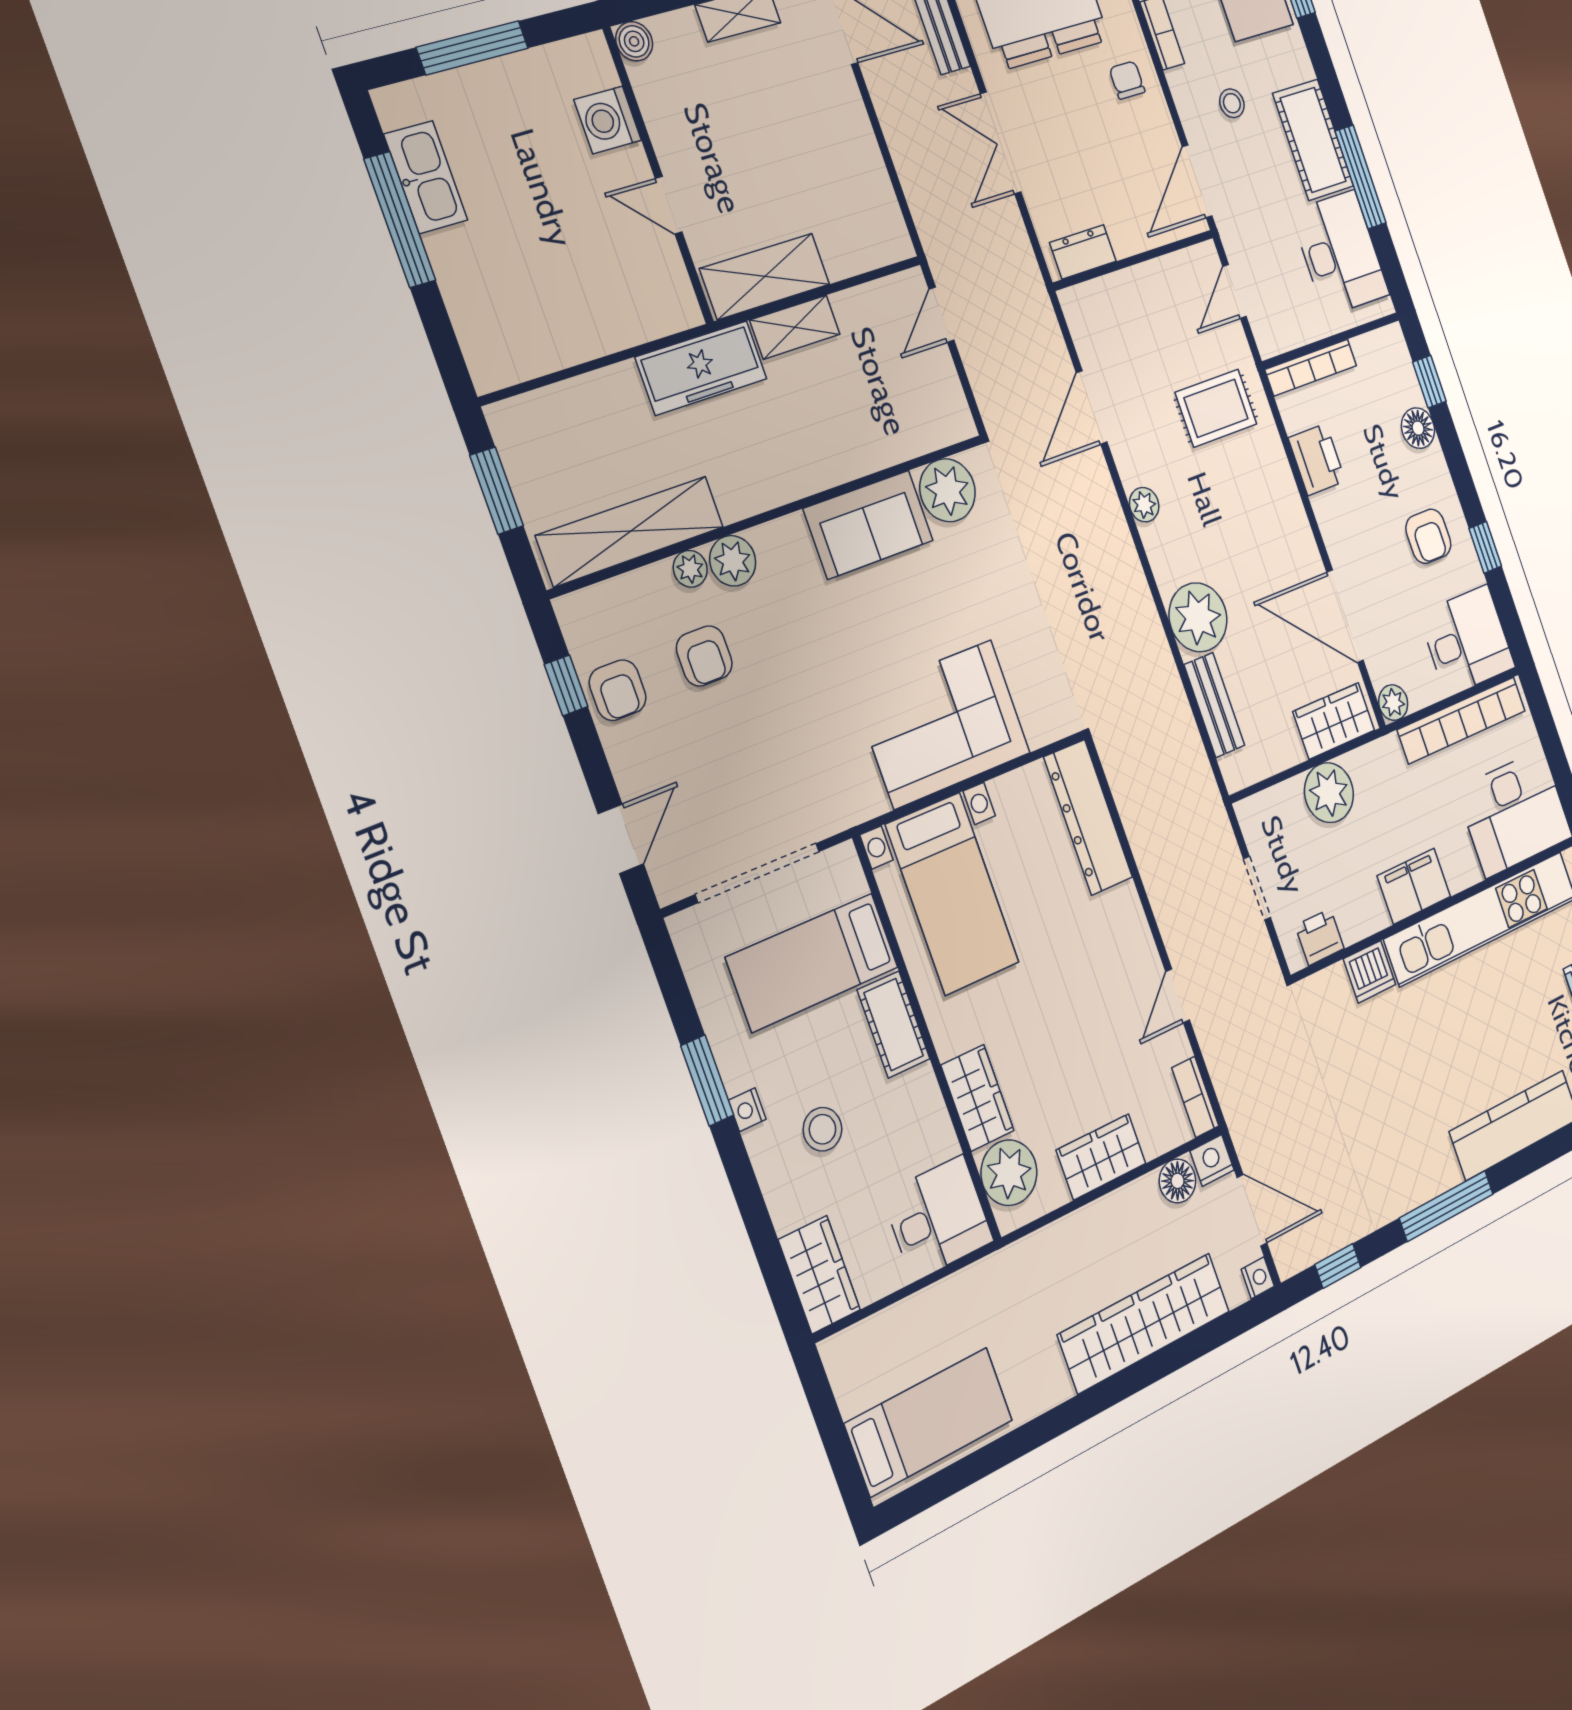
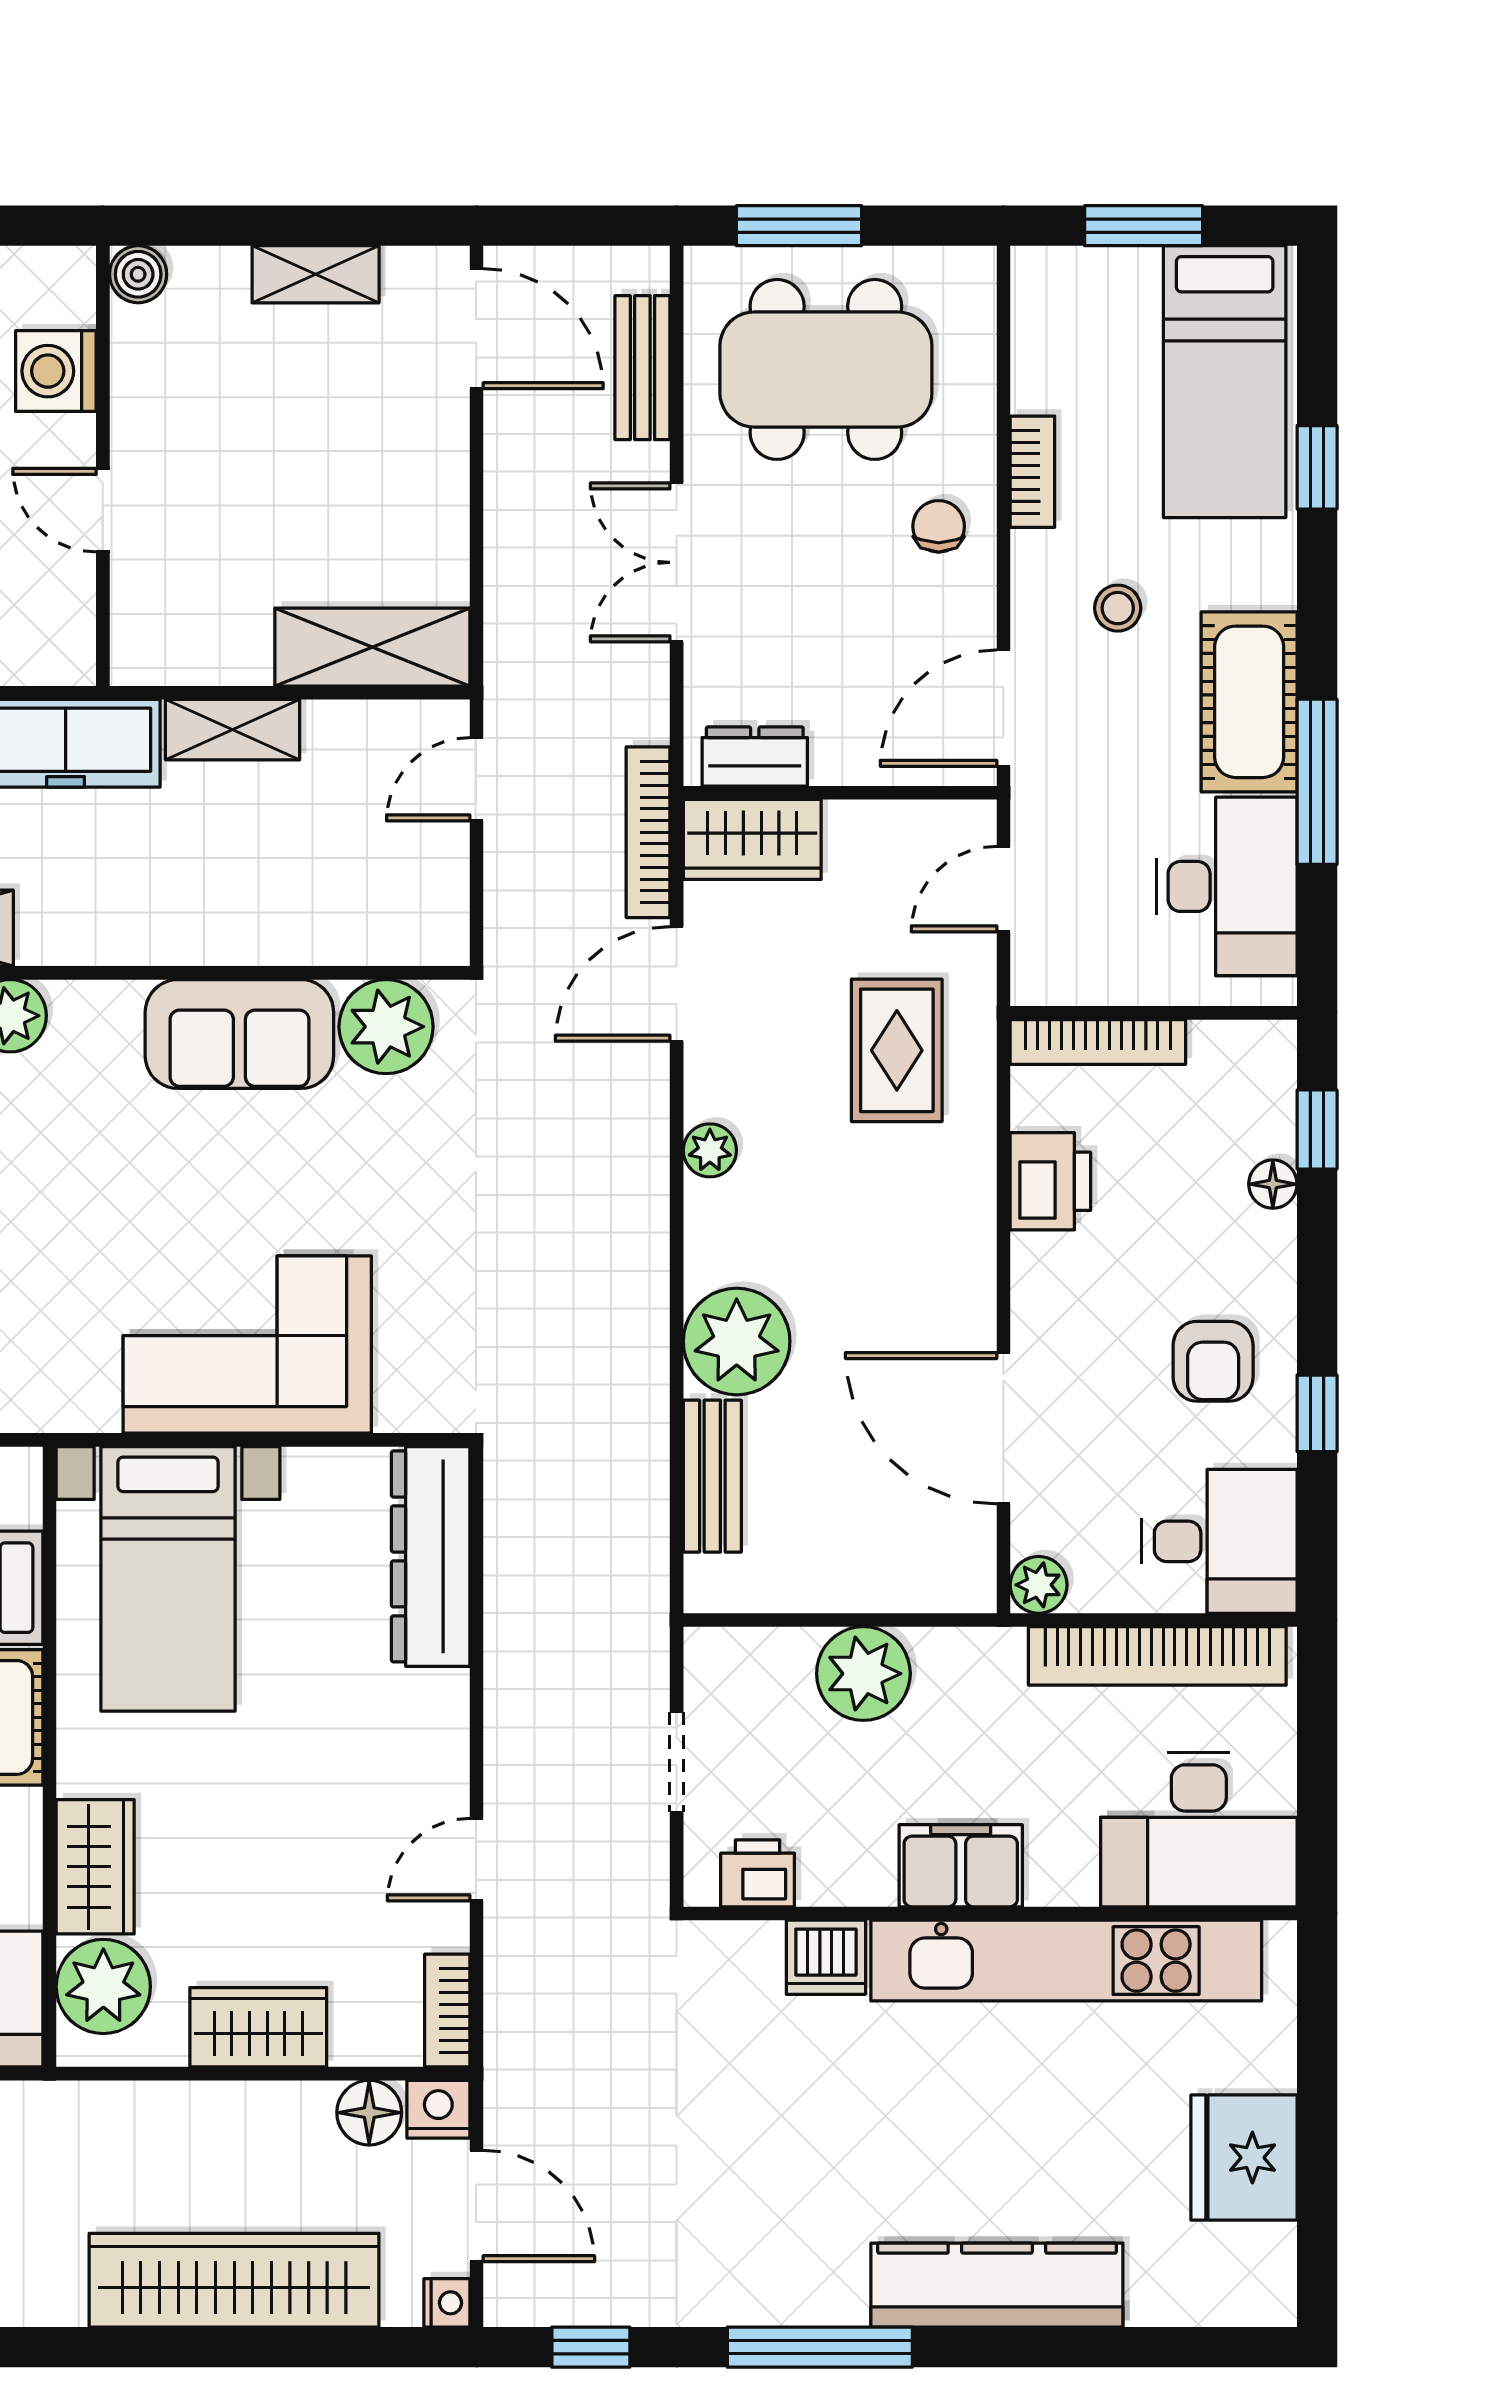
shelving: (765, 276) -> (372, 647), moved
bookcase: (1044, 318) -> (648, 832), added
rug: (1216, 408) -> (897, 1050), turned 90
floor lamp: (1418, 428) -> (1273, 1184), width x0.73, depth x0.73
wardrobe: (1334, 721) -> (752, 839), moved, turned 180

